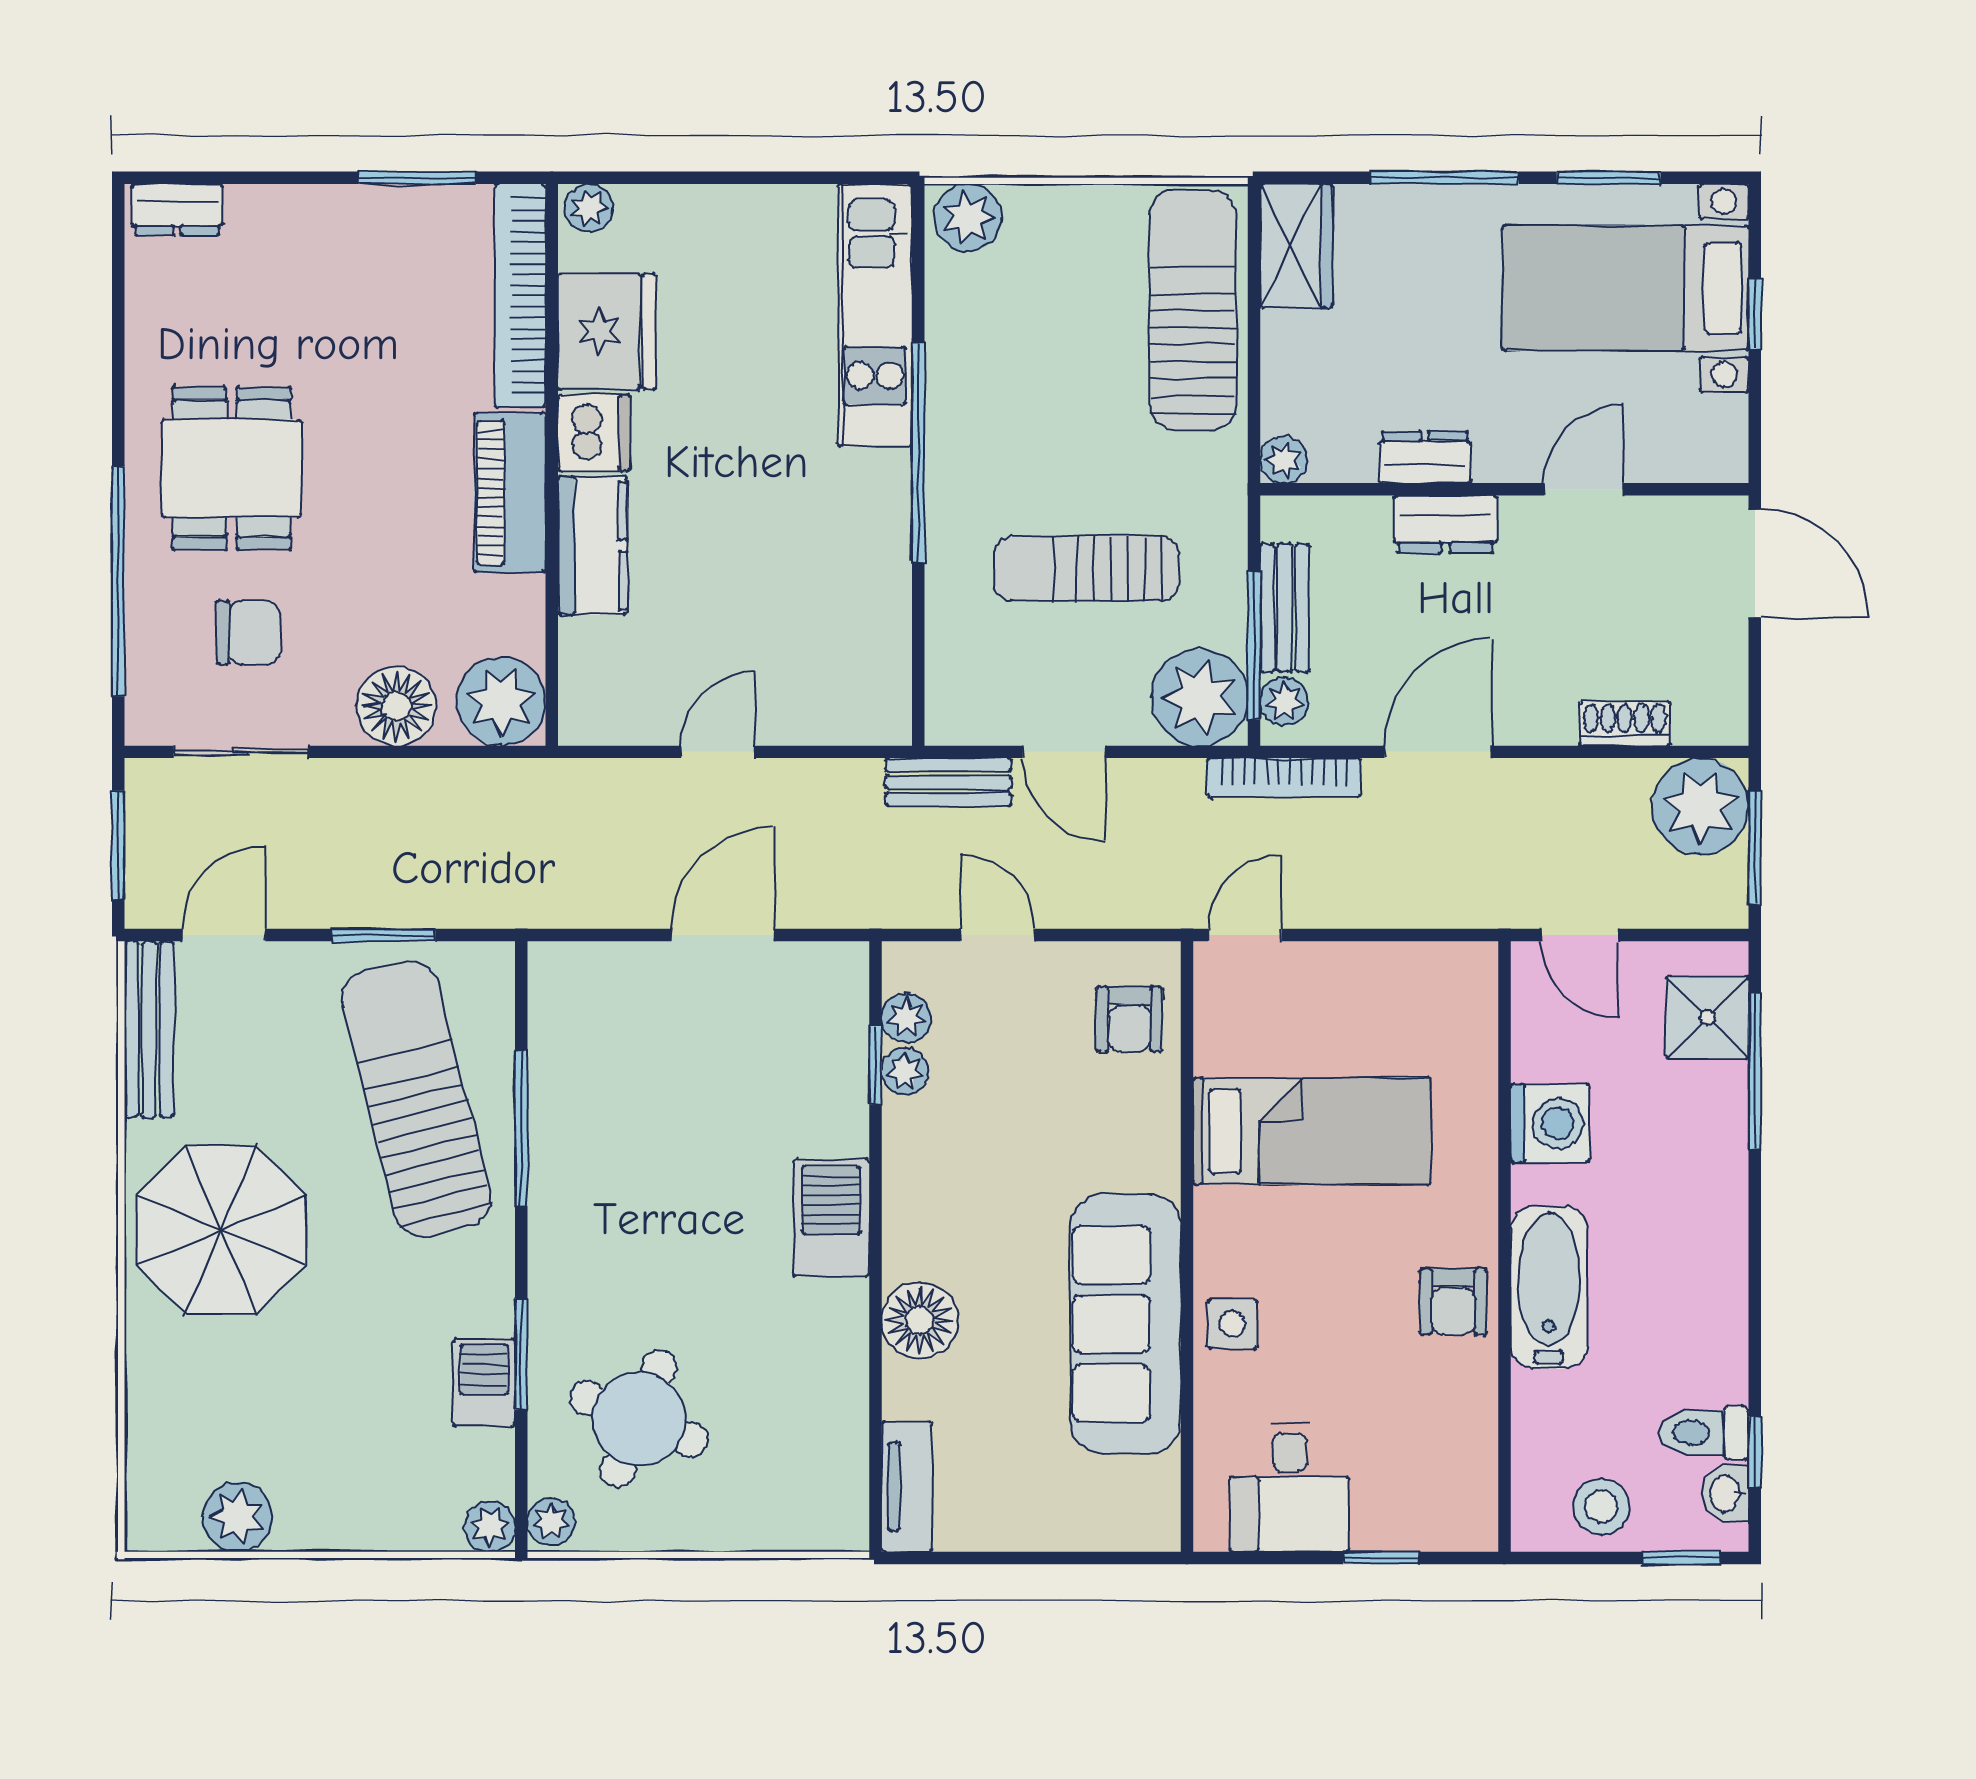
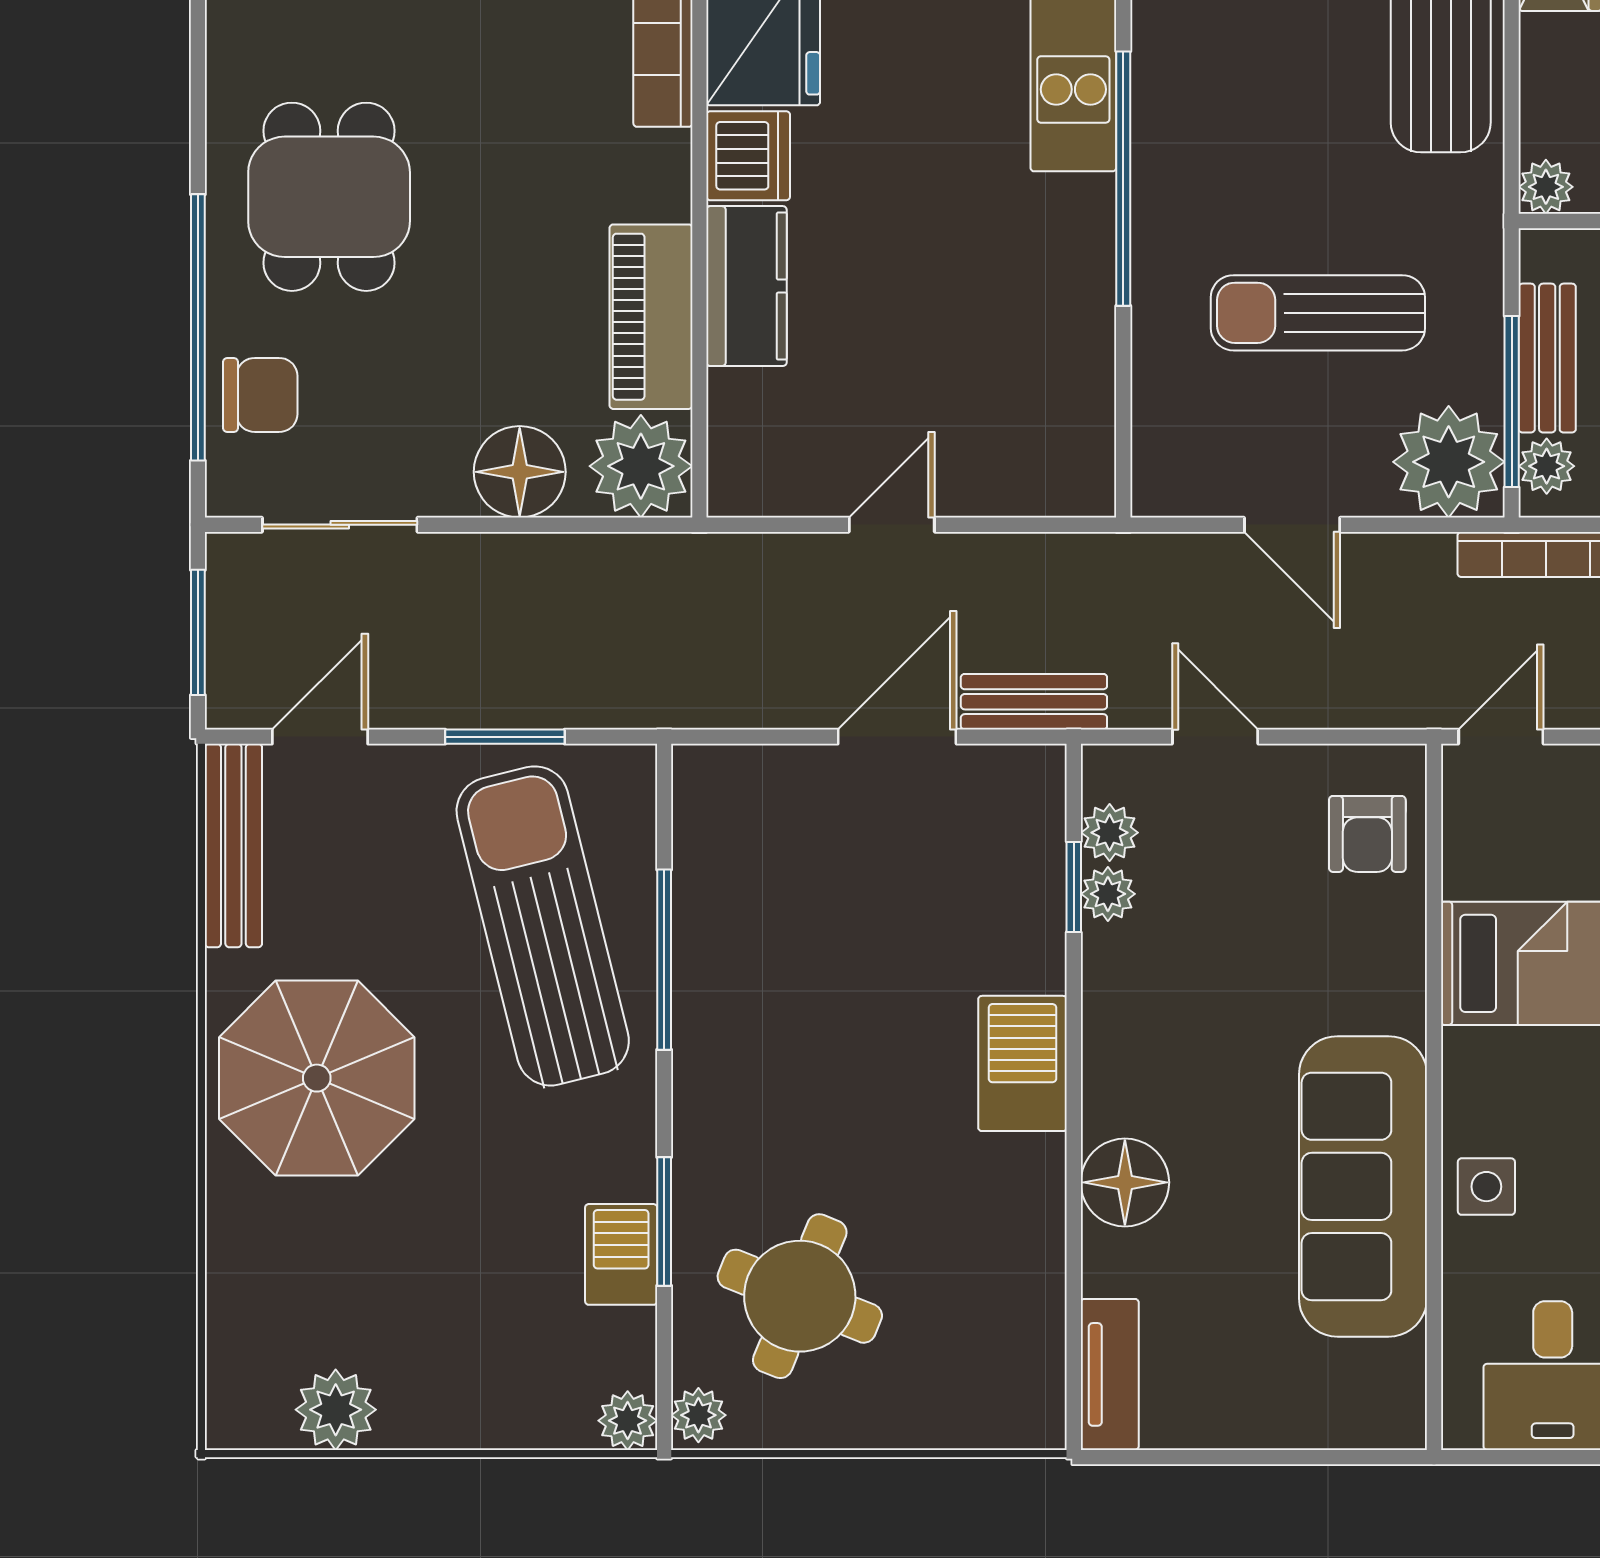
piano: (510, 493) -> (651, 317), moved
chair: (248, 633) -> (260, 395), moved
bench: (948, 782) -> (1034, 702), moved

